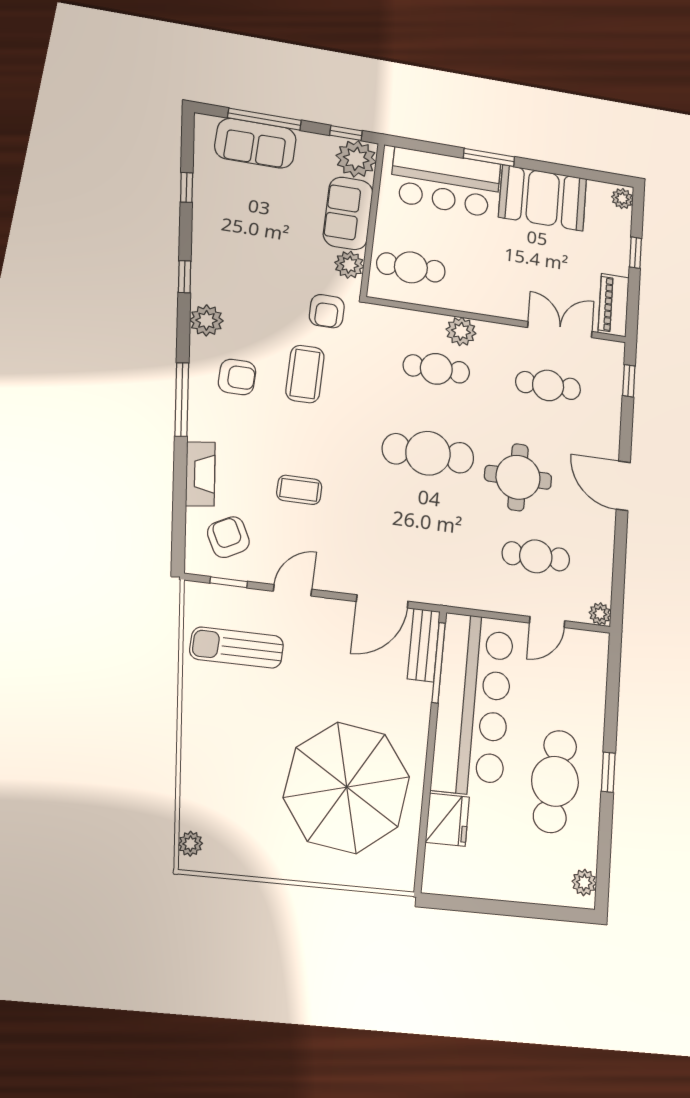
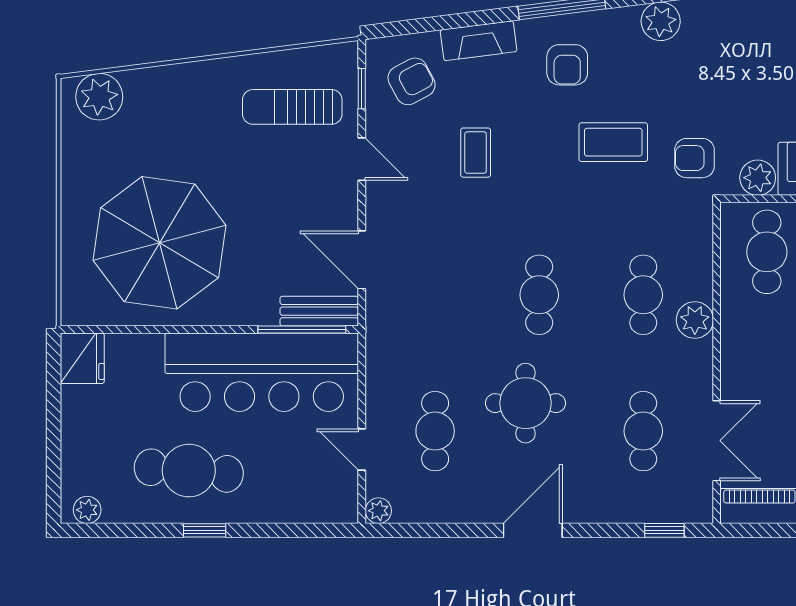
armchair: (237, 377) -> (567, 65), moved
cafe table: (428, 453) -> (539, 295), width x0.73, depth x0.74
sun lounger: (237, 648) -> (292, 107), turned -90
fridge: (447, 820) -> (82, 358), moved, turned -90
plant: (190, 844) -> (99, 97), width x1.87, depth x1.87

